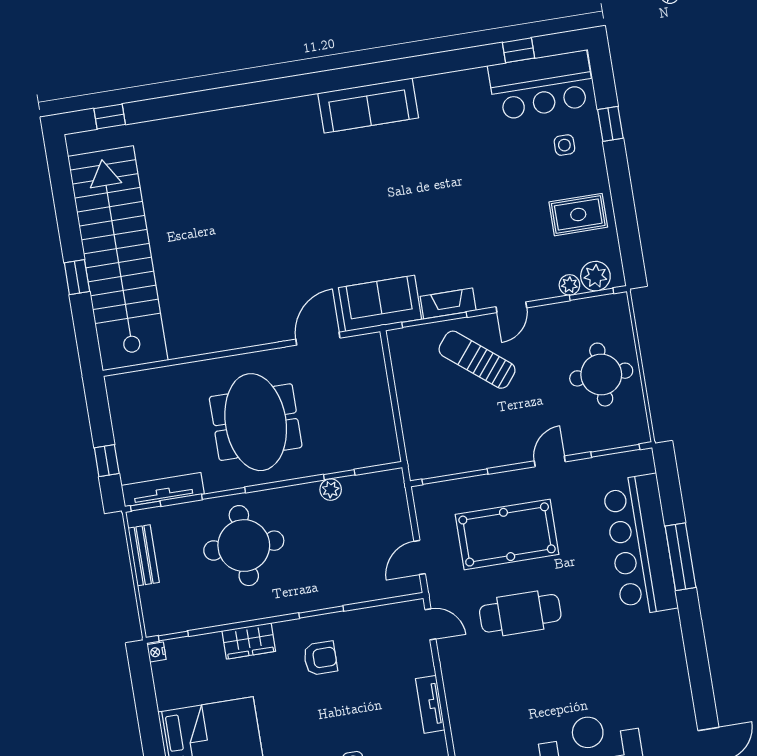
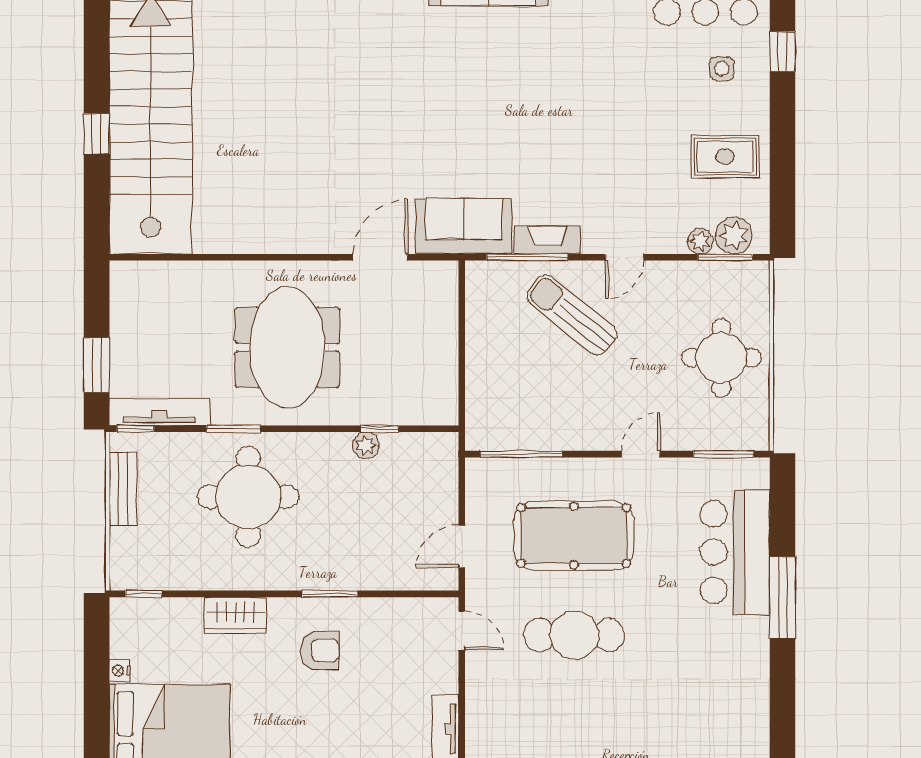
window: (107, 461) -> (97, 365), width x1.50
bar counter: (640, 545) -> (735, 552), width x0.73
nightstand: (157, 652) -> (120, 671), moved

